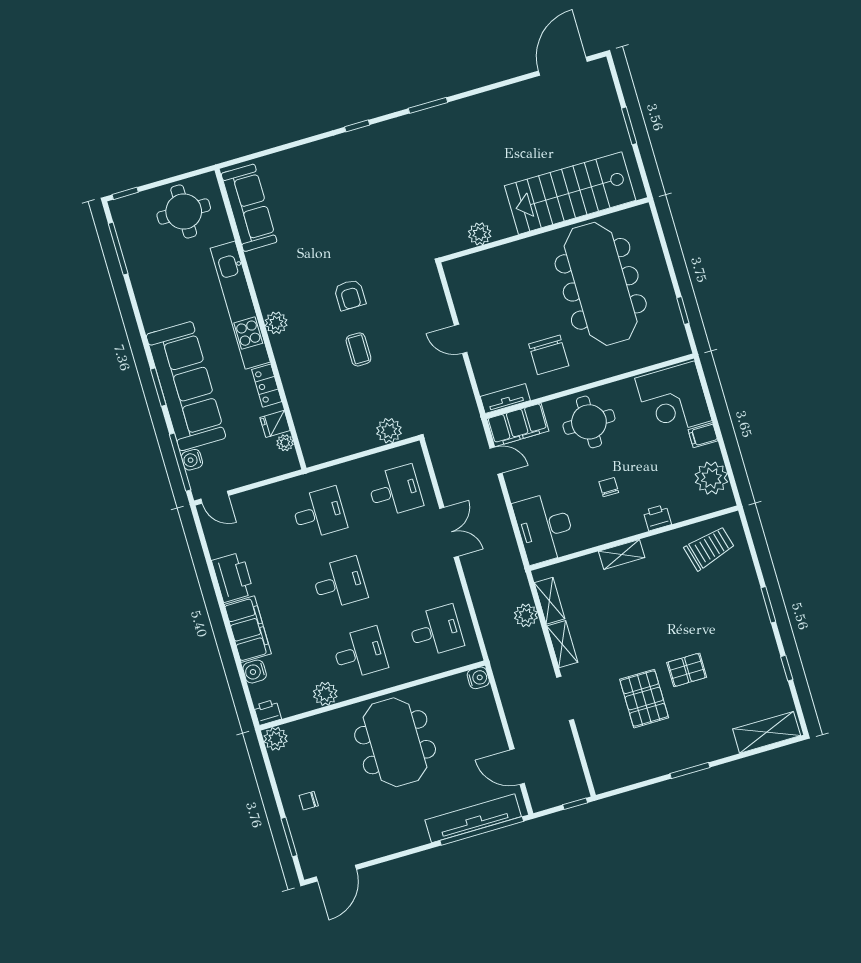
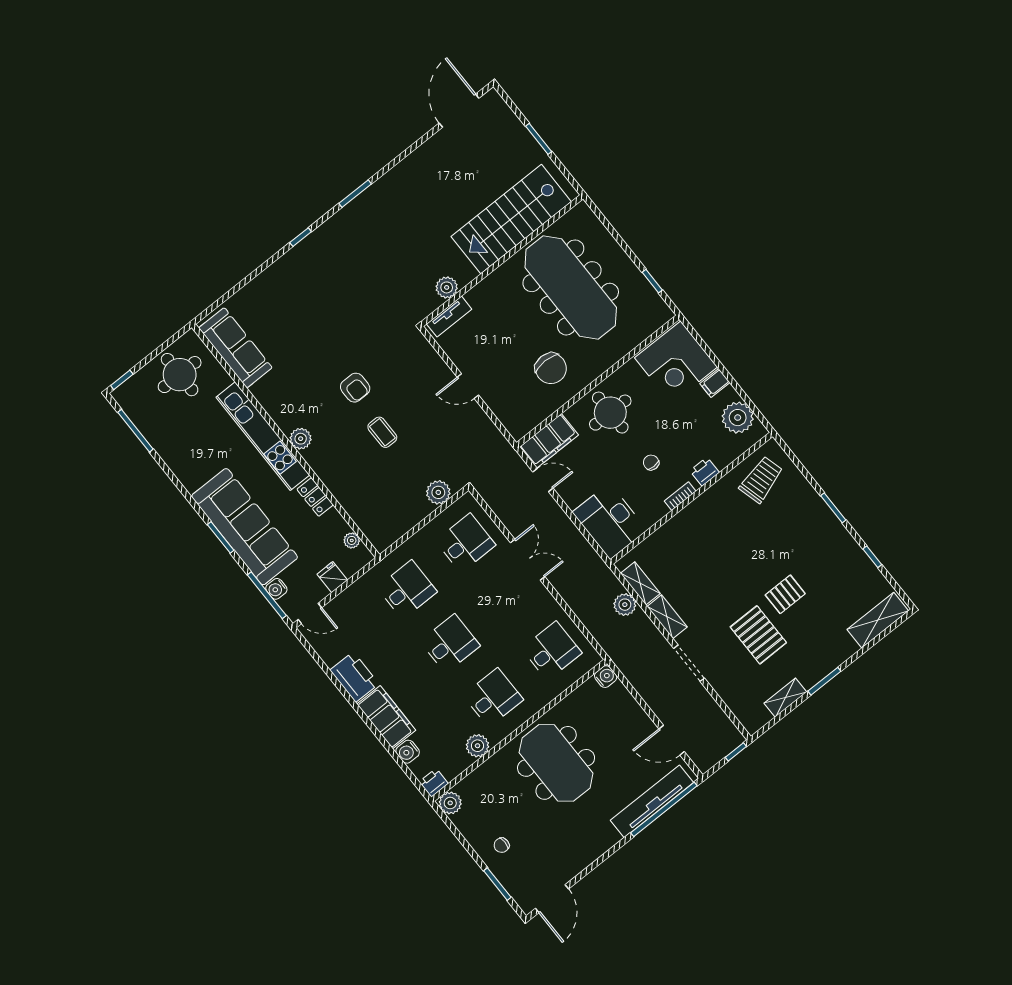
tv unit: (505, 399) -> (449, 317), moved, turned 180
fridge: (275, 424) -> (332, 577), moved, turned 90
bookcase: (623, 532) -> (680, 496), added
shelving: (622, 554) -> (785, 698), moved

